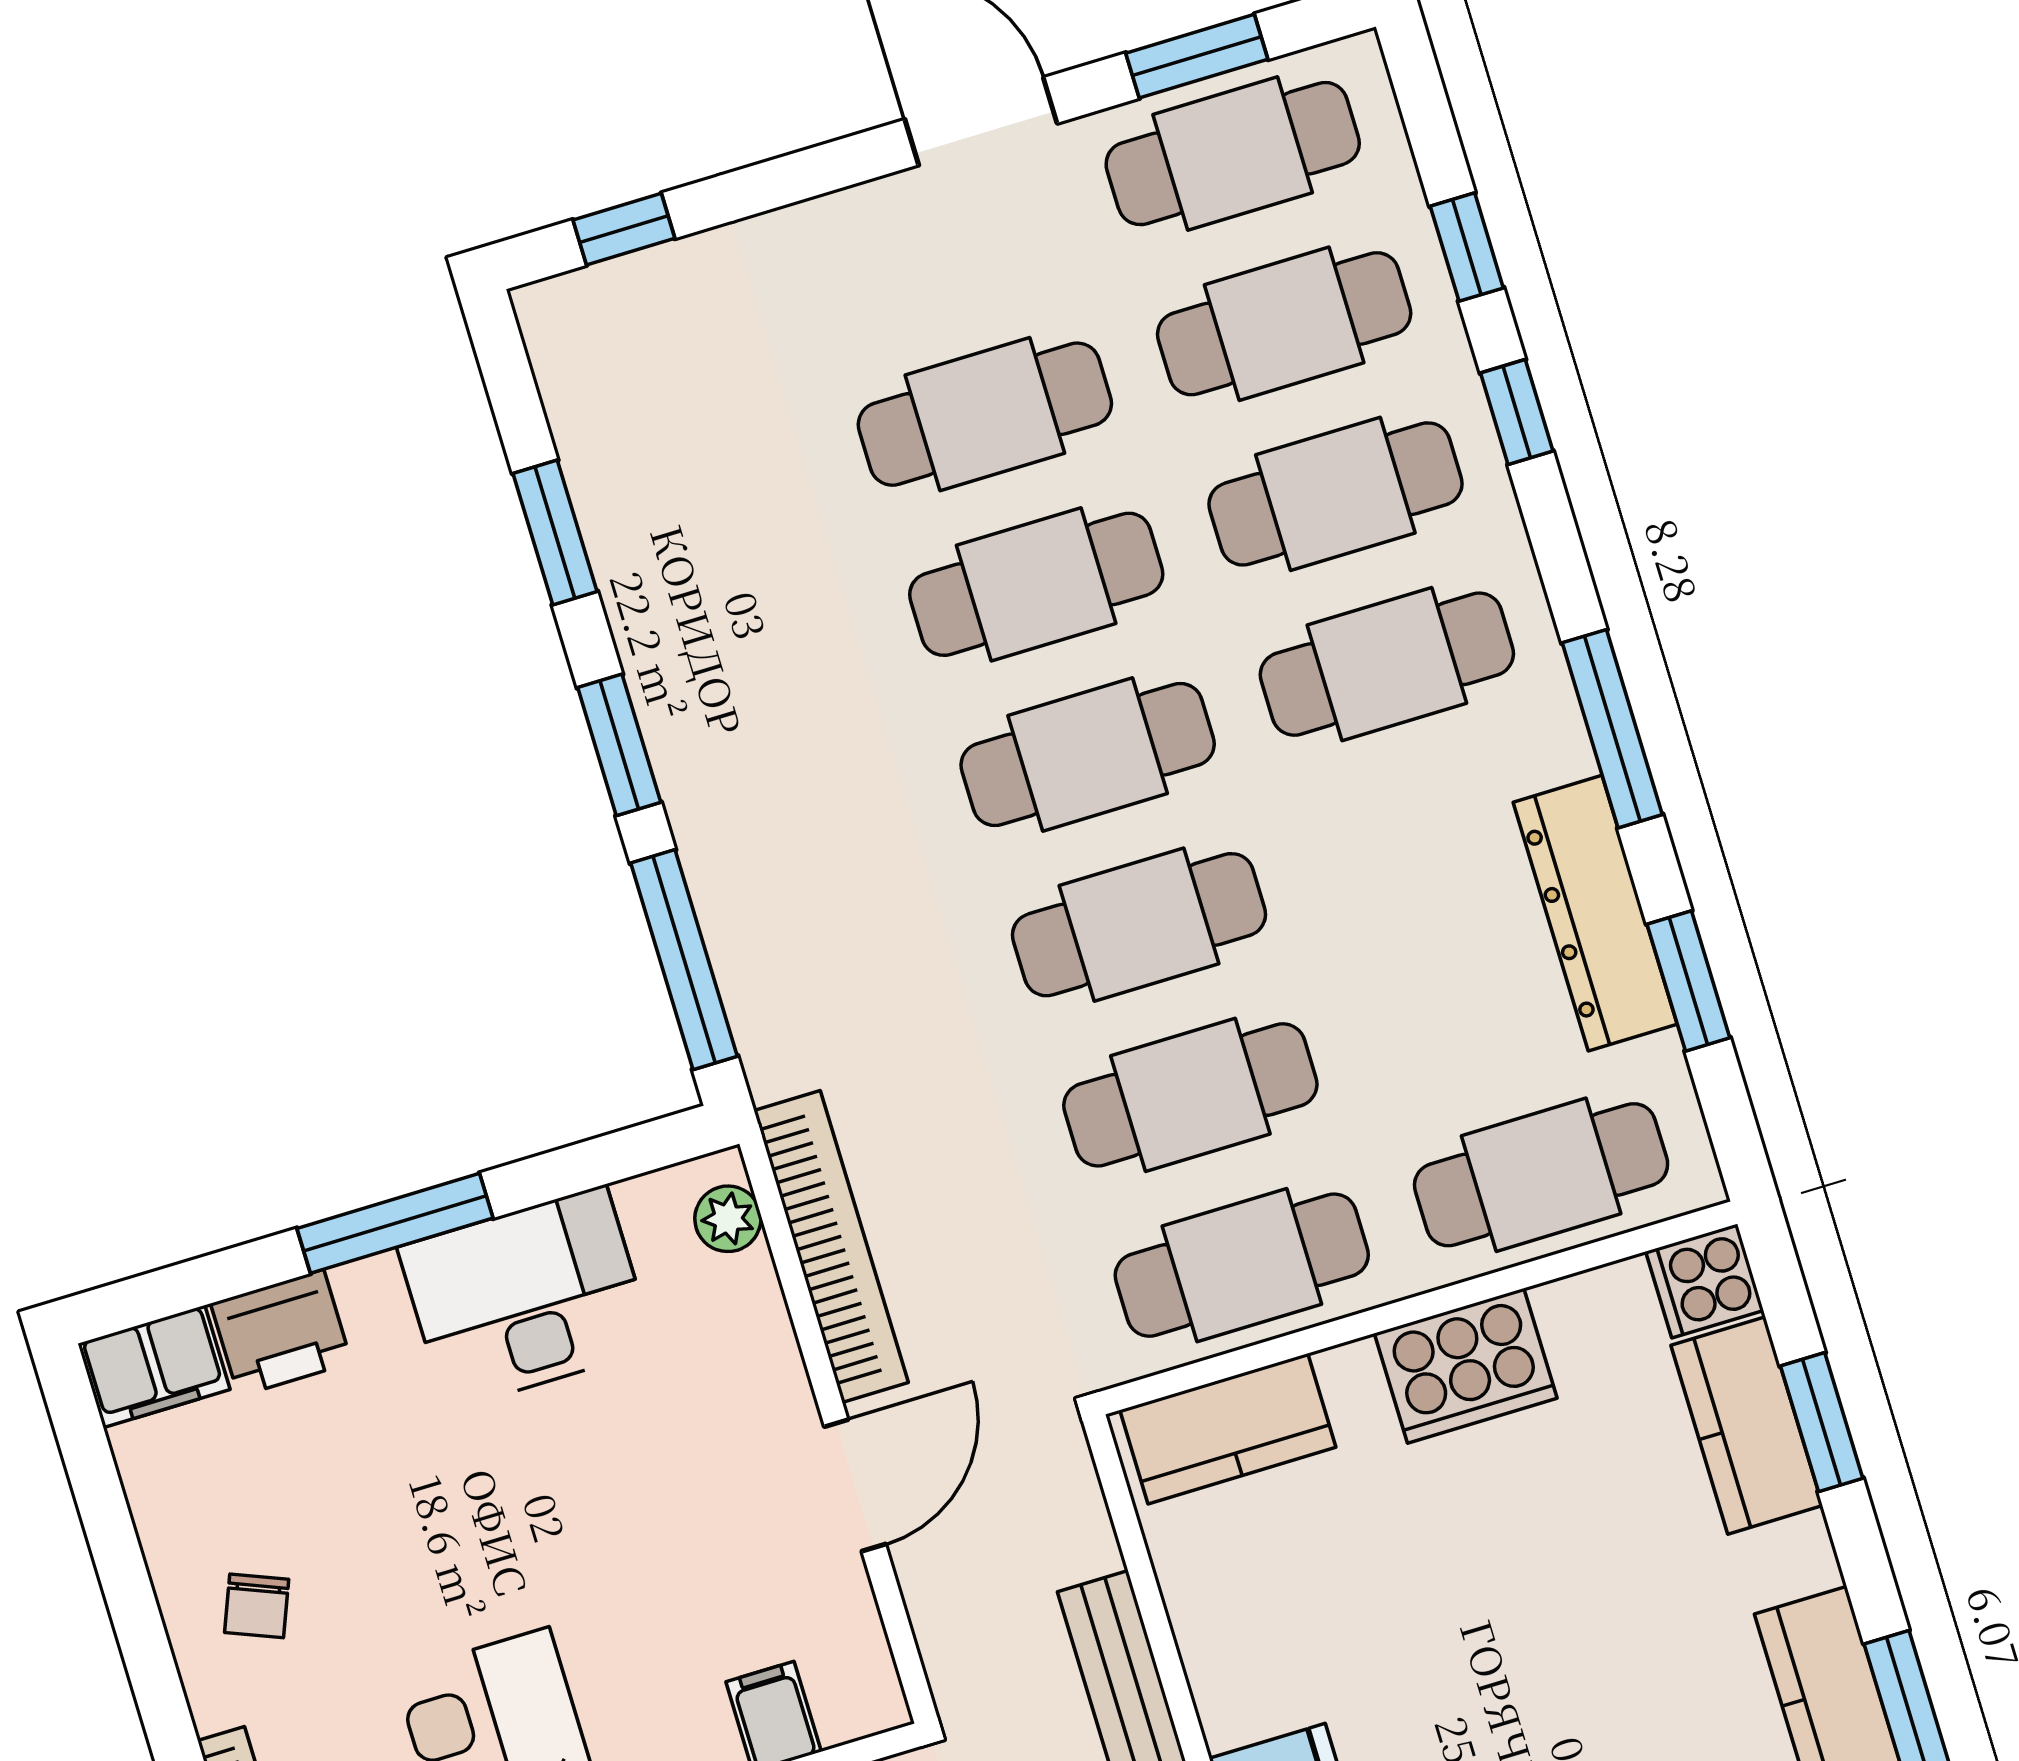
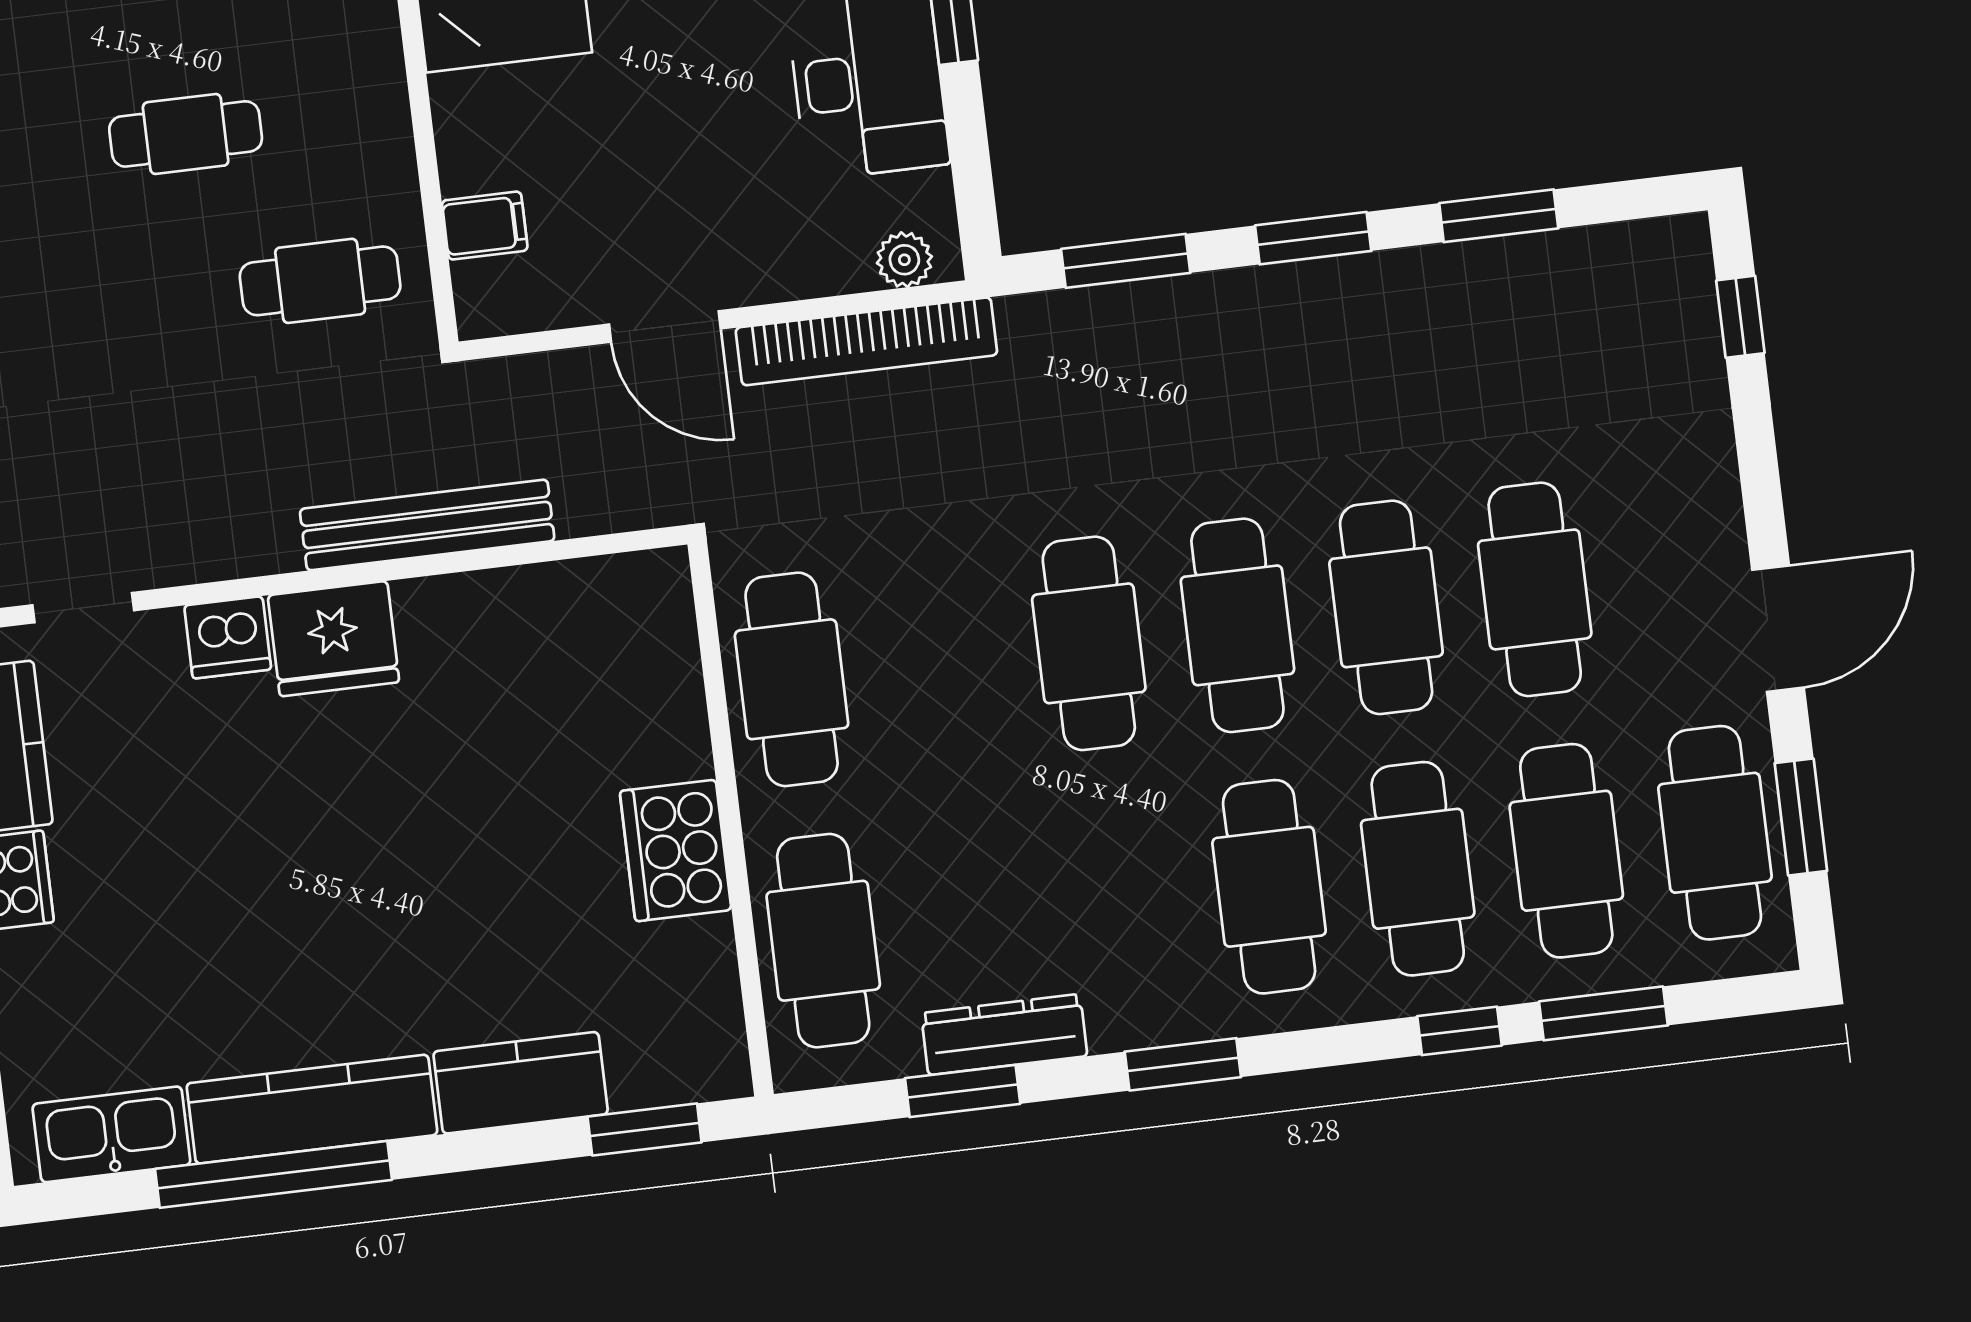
window: (1467, 247) -> (1603, 1013), width x1.50
window: (1612, 729) -> (1183, 1064), width x0.69
dresser: (1595, 913) -> (1004, 1035), width x0.73, depth x0.80
window: (684, 960) -> (1126, 261), width x0.69
cafe table: (1190, 1095) -> (940, 661), removed
cooker: (1705, 1281) -> (711, 1061), removed
window: (1822, 1422) -> (645, 1129), moved
kitchen counter: (1747, 1425) -> (521, 1083), moved
kitchen counter: (1228, 1429) -> (658, 644), removed

